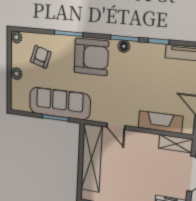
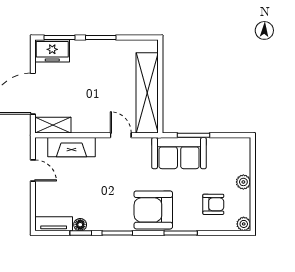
floor lamp: (124, 46) -> (80, 225), moved
armchair: (41, 57) -> (213, 204), turned -107
sofa: (60, 103) -> (179, 153), width x0.73

